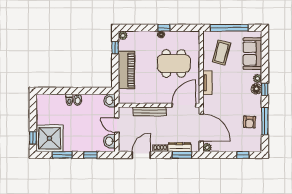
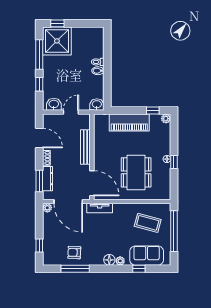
tv unit: (207, 83) -> (100, 208), moved
window: (265, 89) -> (139, 269), moved
door: (201, 128) -> (68, 201), hinge flipped
window: (62, 155) -> (39, 54), width x1.44

